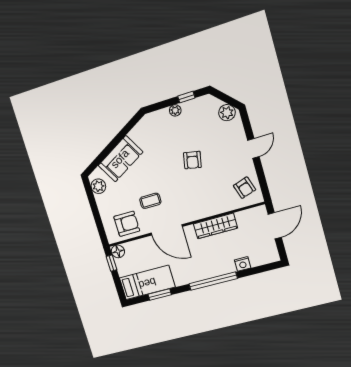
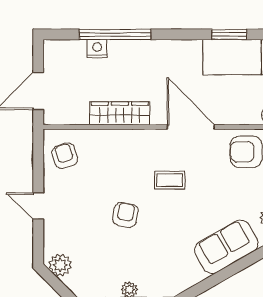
door: (253, 148) -> (38, 206), hinge flipped
coffee table: (150, 201) -> (170, 180), moved
window: (213, 281) -> (115, 34), moved

